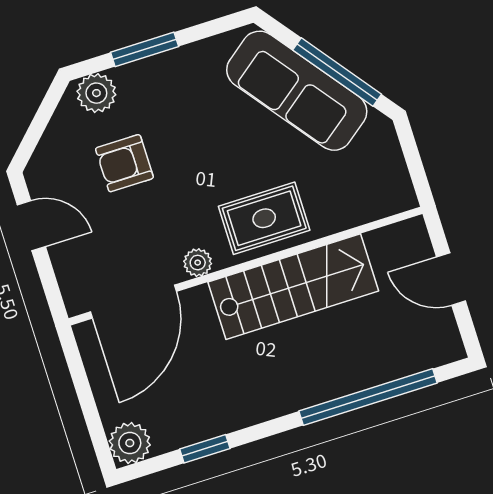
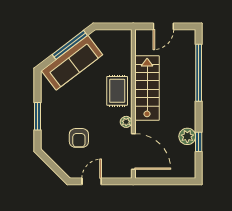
plant: (96, 93) -> (48, 140), removed
plant: (130, 443) -> (187, 136), moved

